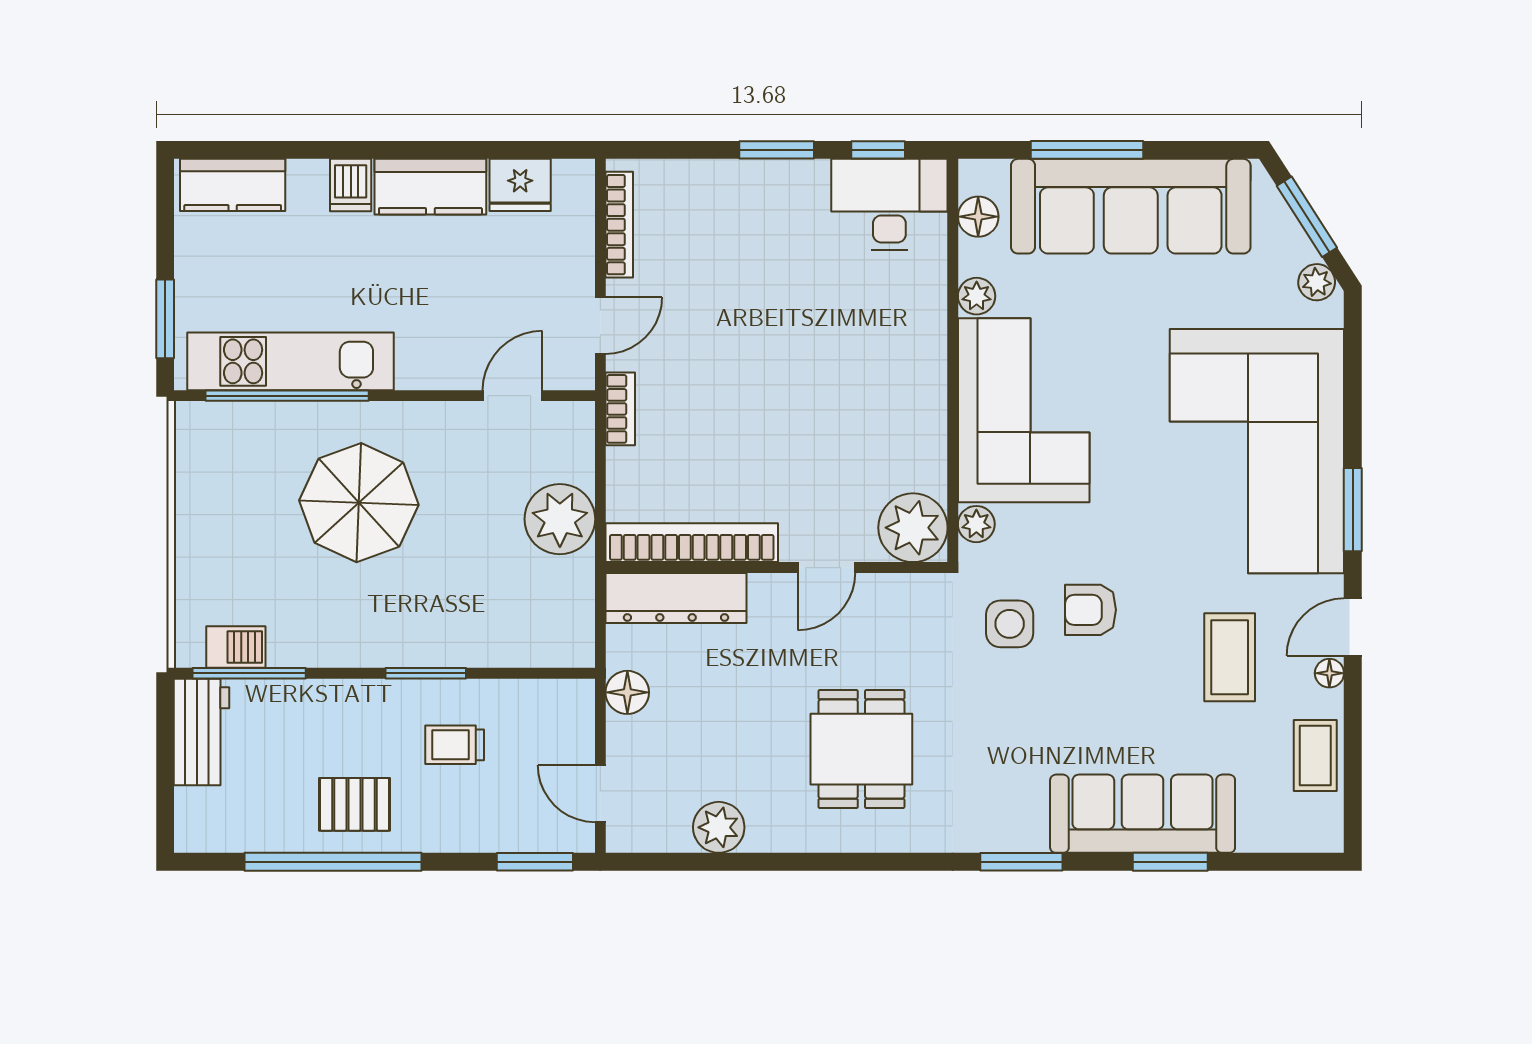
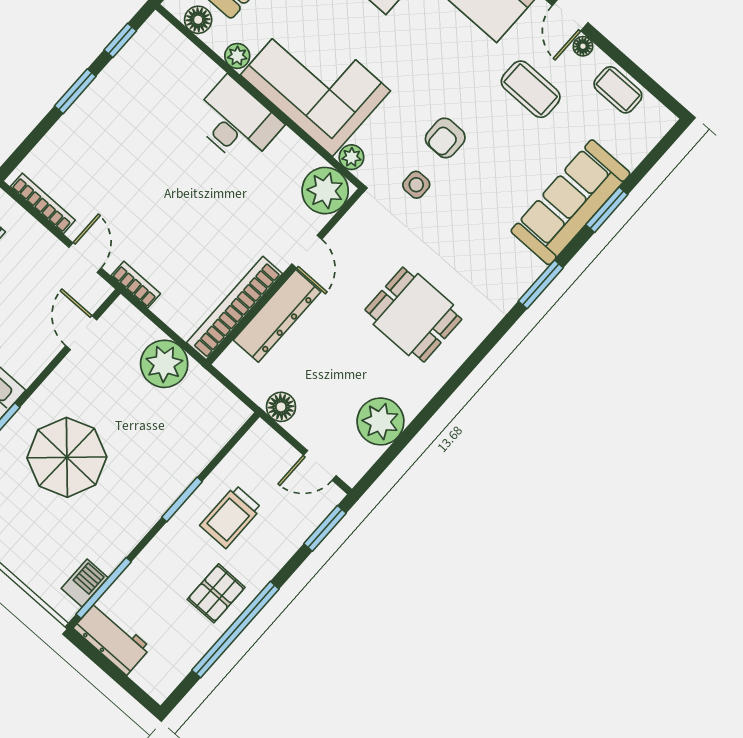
desk: (889, 204) -> (236, 122), moved, turned 90
dresser: (676, 598) -> (277, 316), moved
side table: (1010, 624) -> (416, 185), width x0.73, depth x0.73
trolley: (455, 745) -> (231, 517), width x1.36, depth x1.39
plant: (719, 827) -> (380, 421), width x1.36, depth x1.36

